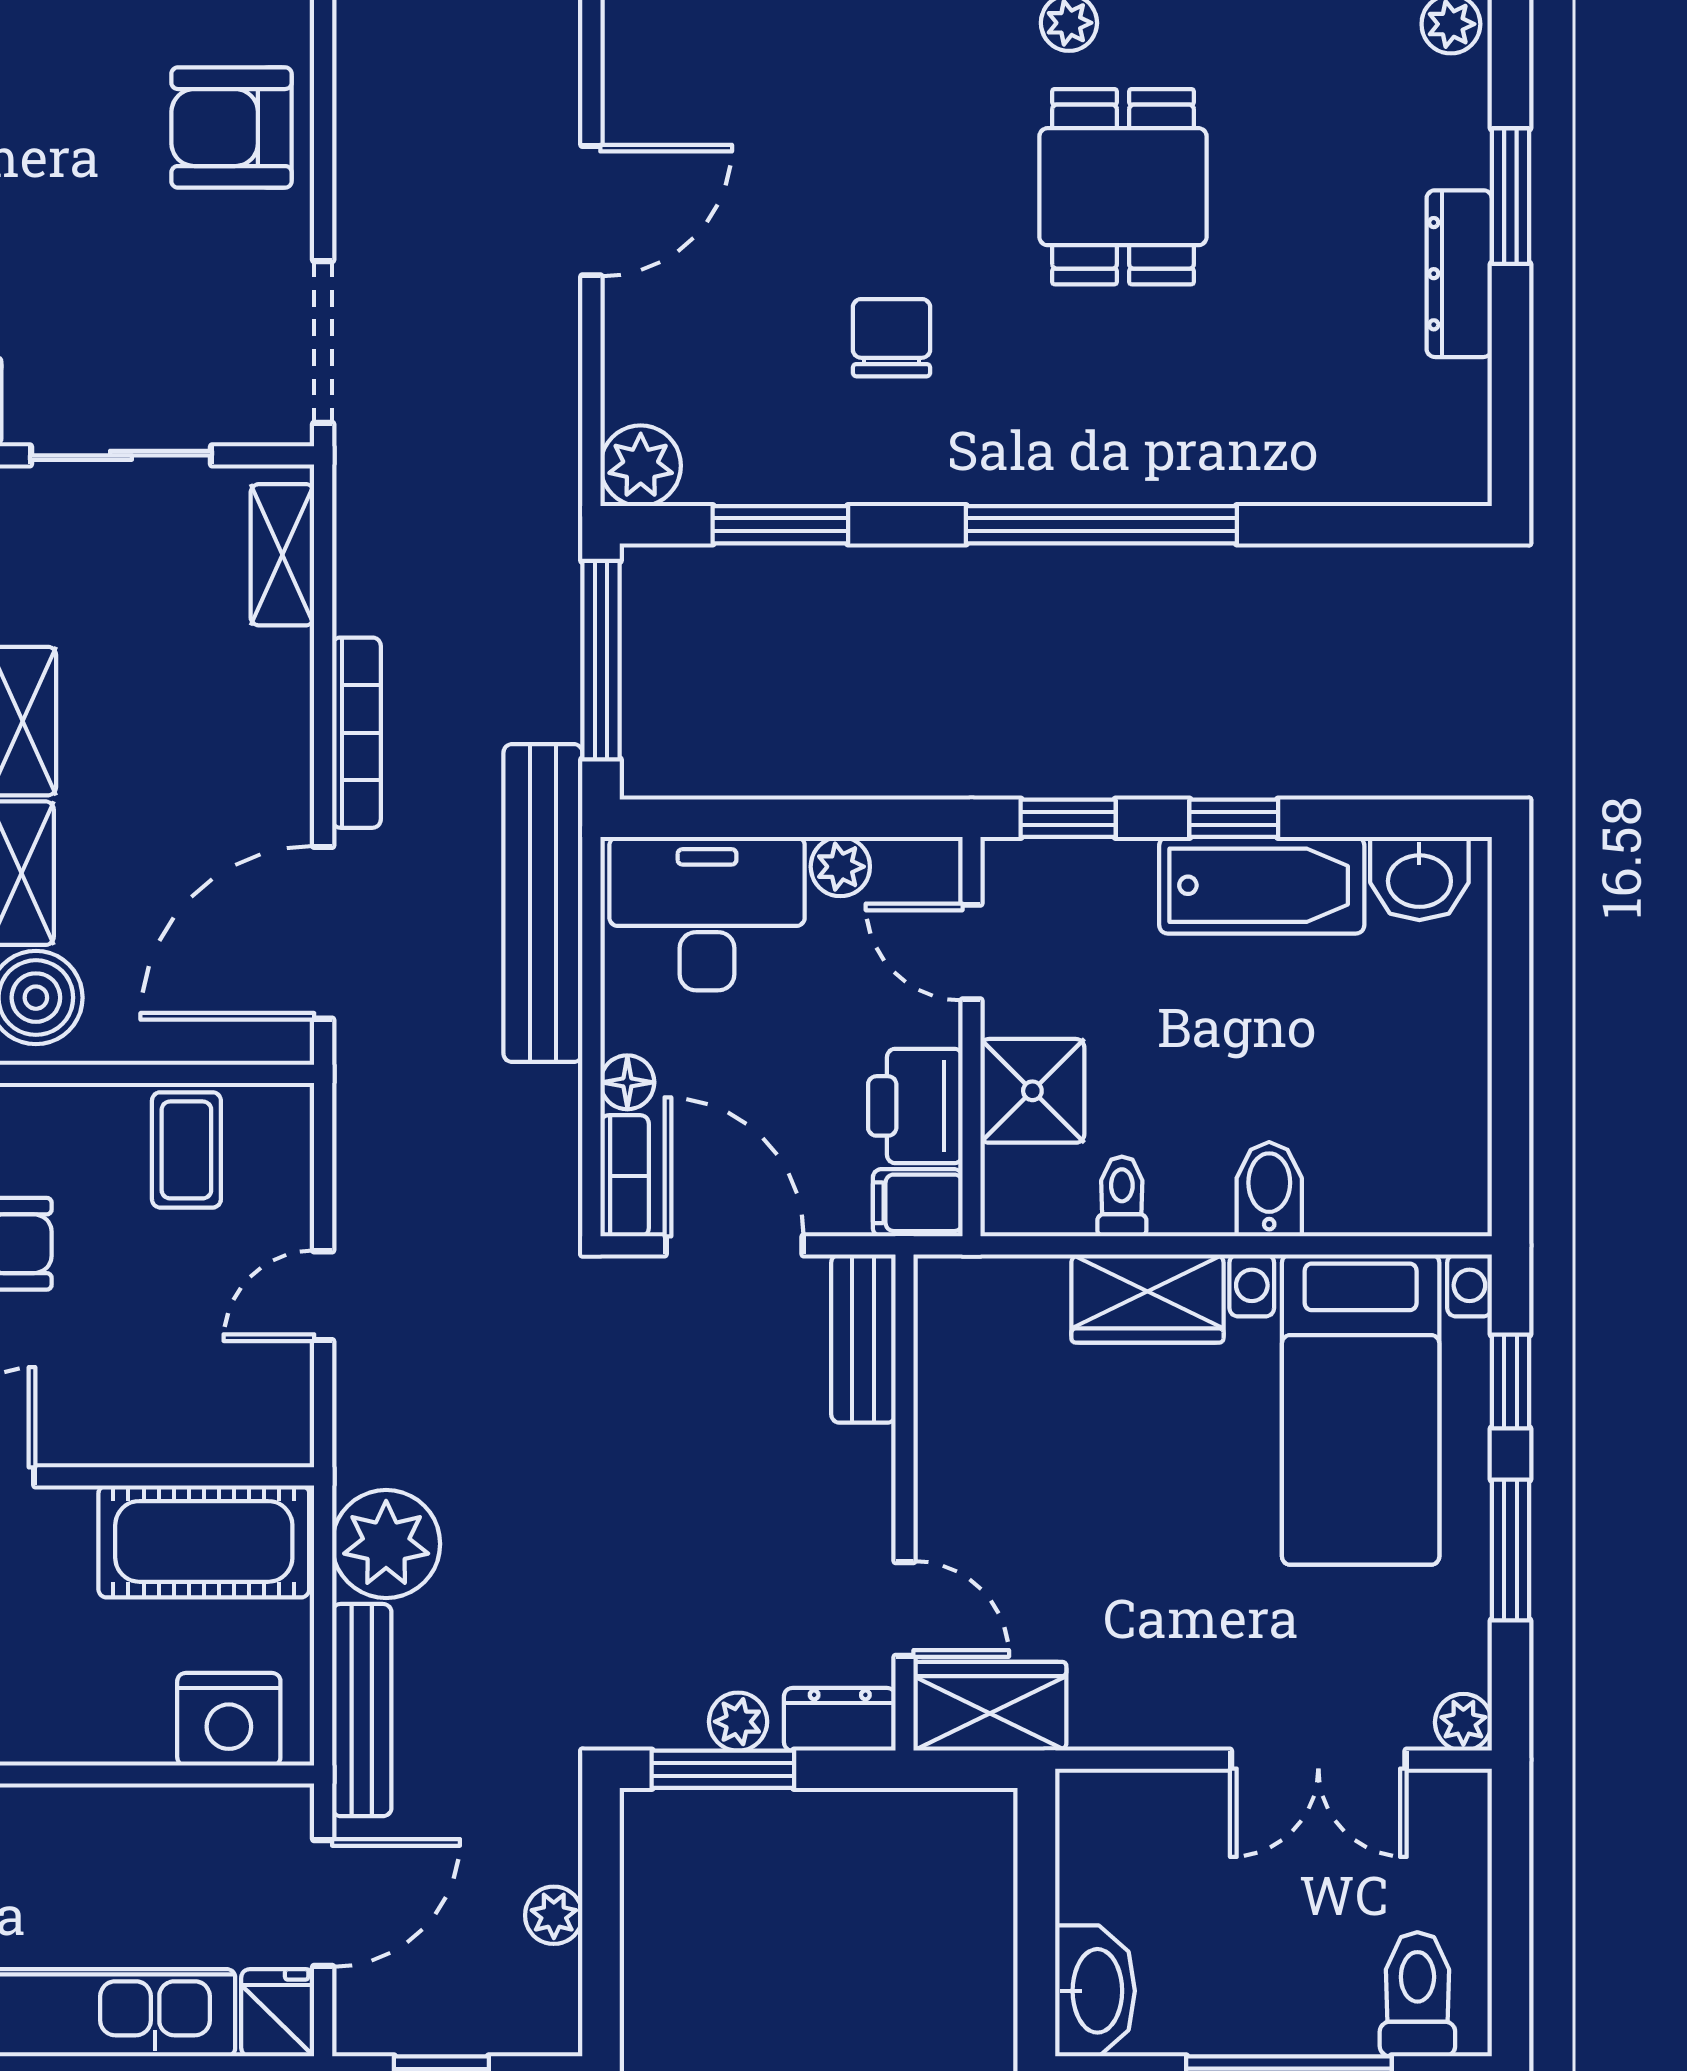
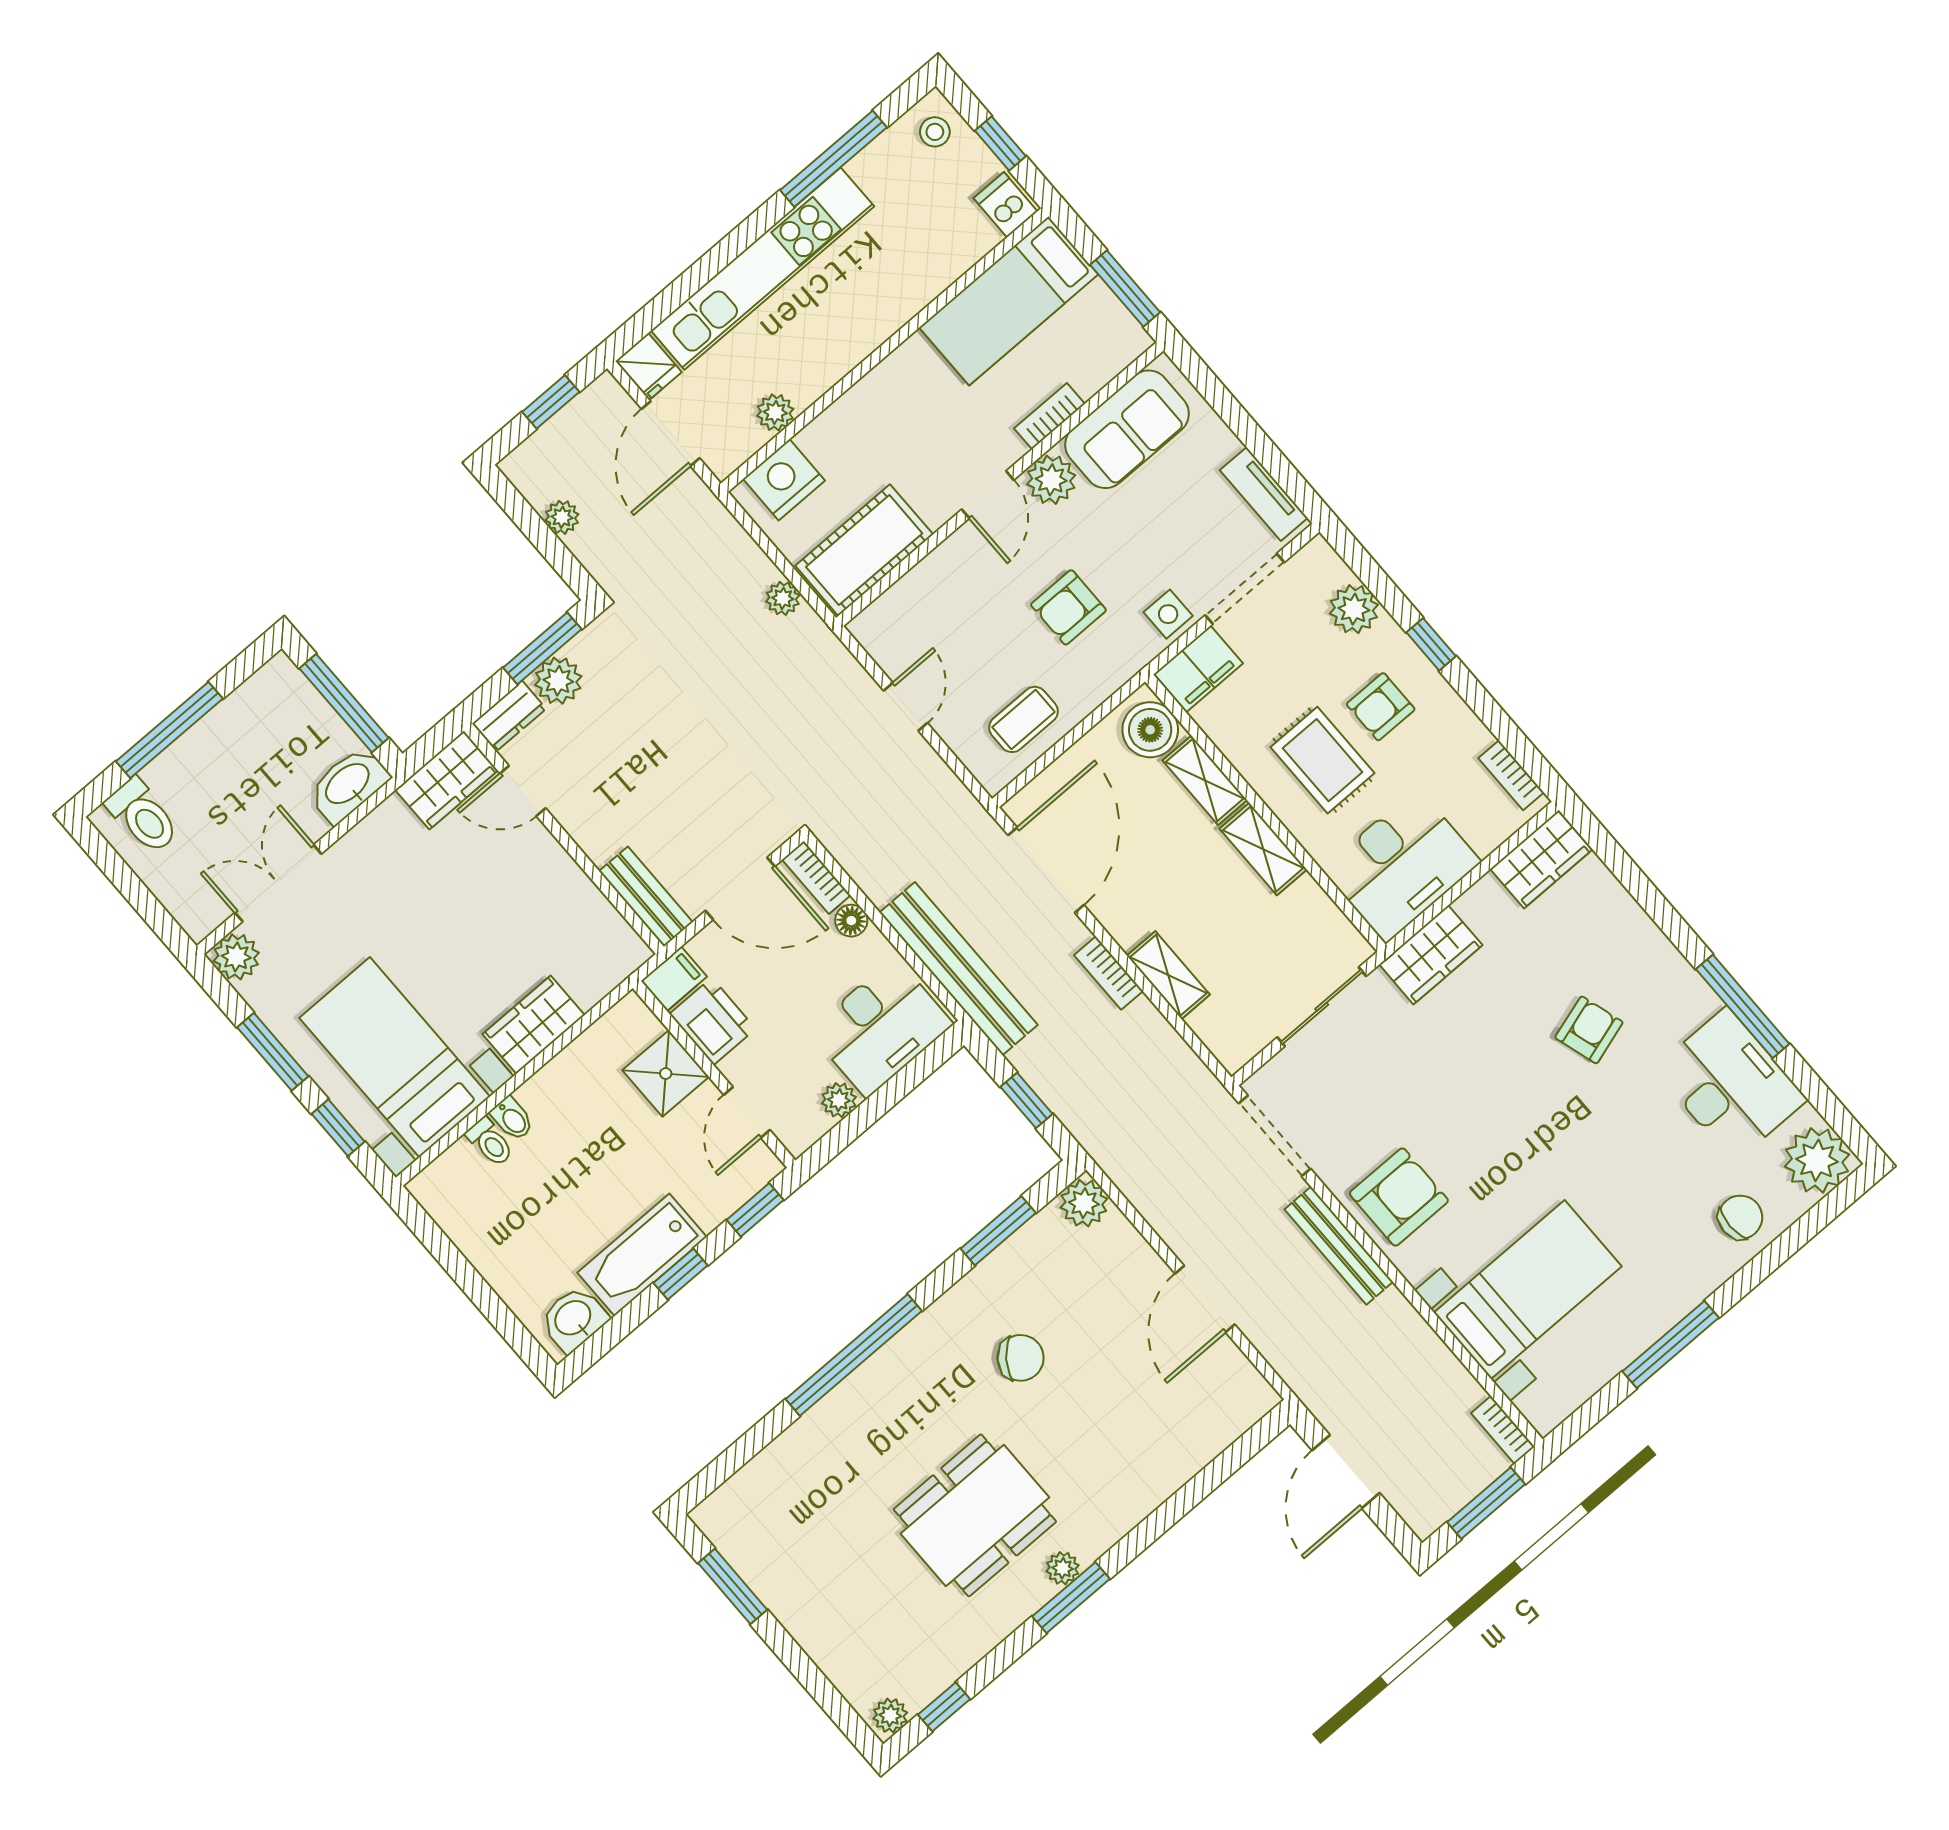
dining table: (1123, 187) -> (975, 1515), width x1.37
window: (1510, 196) -> (733, 1586), moved
dresser: (1459, 274) -> (790, 1606), removed
chair: (892, 338) -> (1021, 1358), turned -53
shelving: (282, 555) -> (1168, 975), moved
window: (601, 660) -> (1026, 1100), width x0.46
bookcase: (356, 733) -> (1108, 973), width x0.64
door: (972, 952) -> (747, 1112), swing flipped
coffee table: (186, 1150) -> (1023, 719), turned 90
bidet: (1269, 1189) -> (512, 1119), width x0.72, depth x0.74
toilet: (1122, 1196) -> (490, 1142), moved
plant: (386, 1544) -> (783, 598), width x0.53, depth x0.53
bench: (362, 1710) -> (1339, 1246), moved
plant: (738, 1722) -> (558, 681), width x1.38, depth x1.38
plant: (1463, 1722) -> (236, 957), width x1.38, depth x1.38
plant: (166, 1815) -> (775, 412), added
window: (1036, 1917) -> (344, 703), added
washbasin: (1095, 1991) -> (348, 785), moved, turned 90

